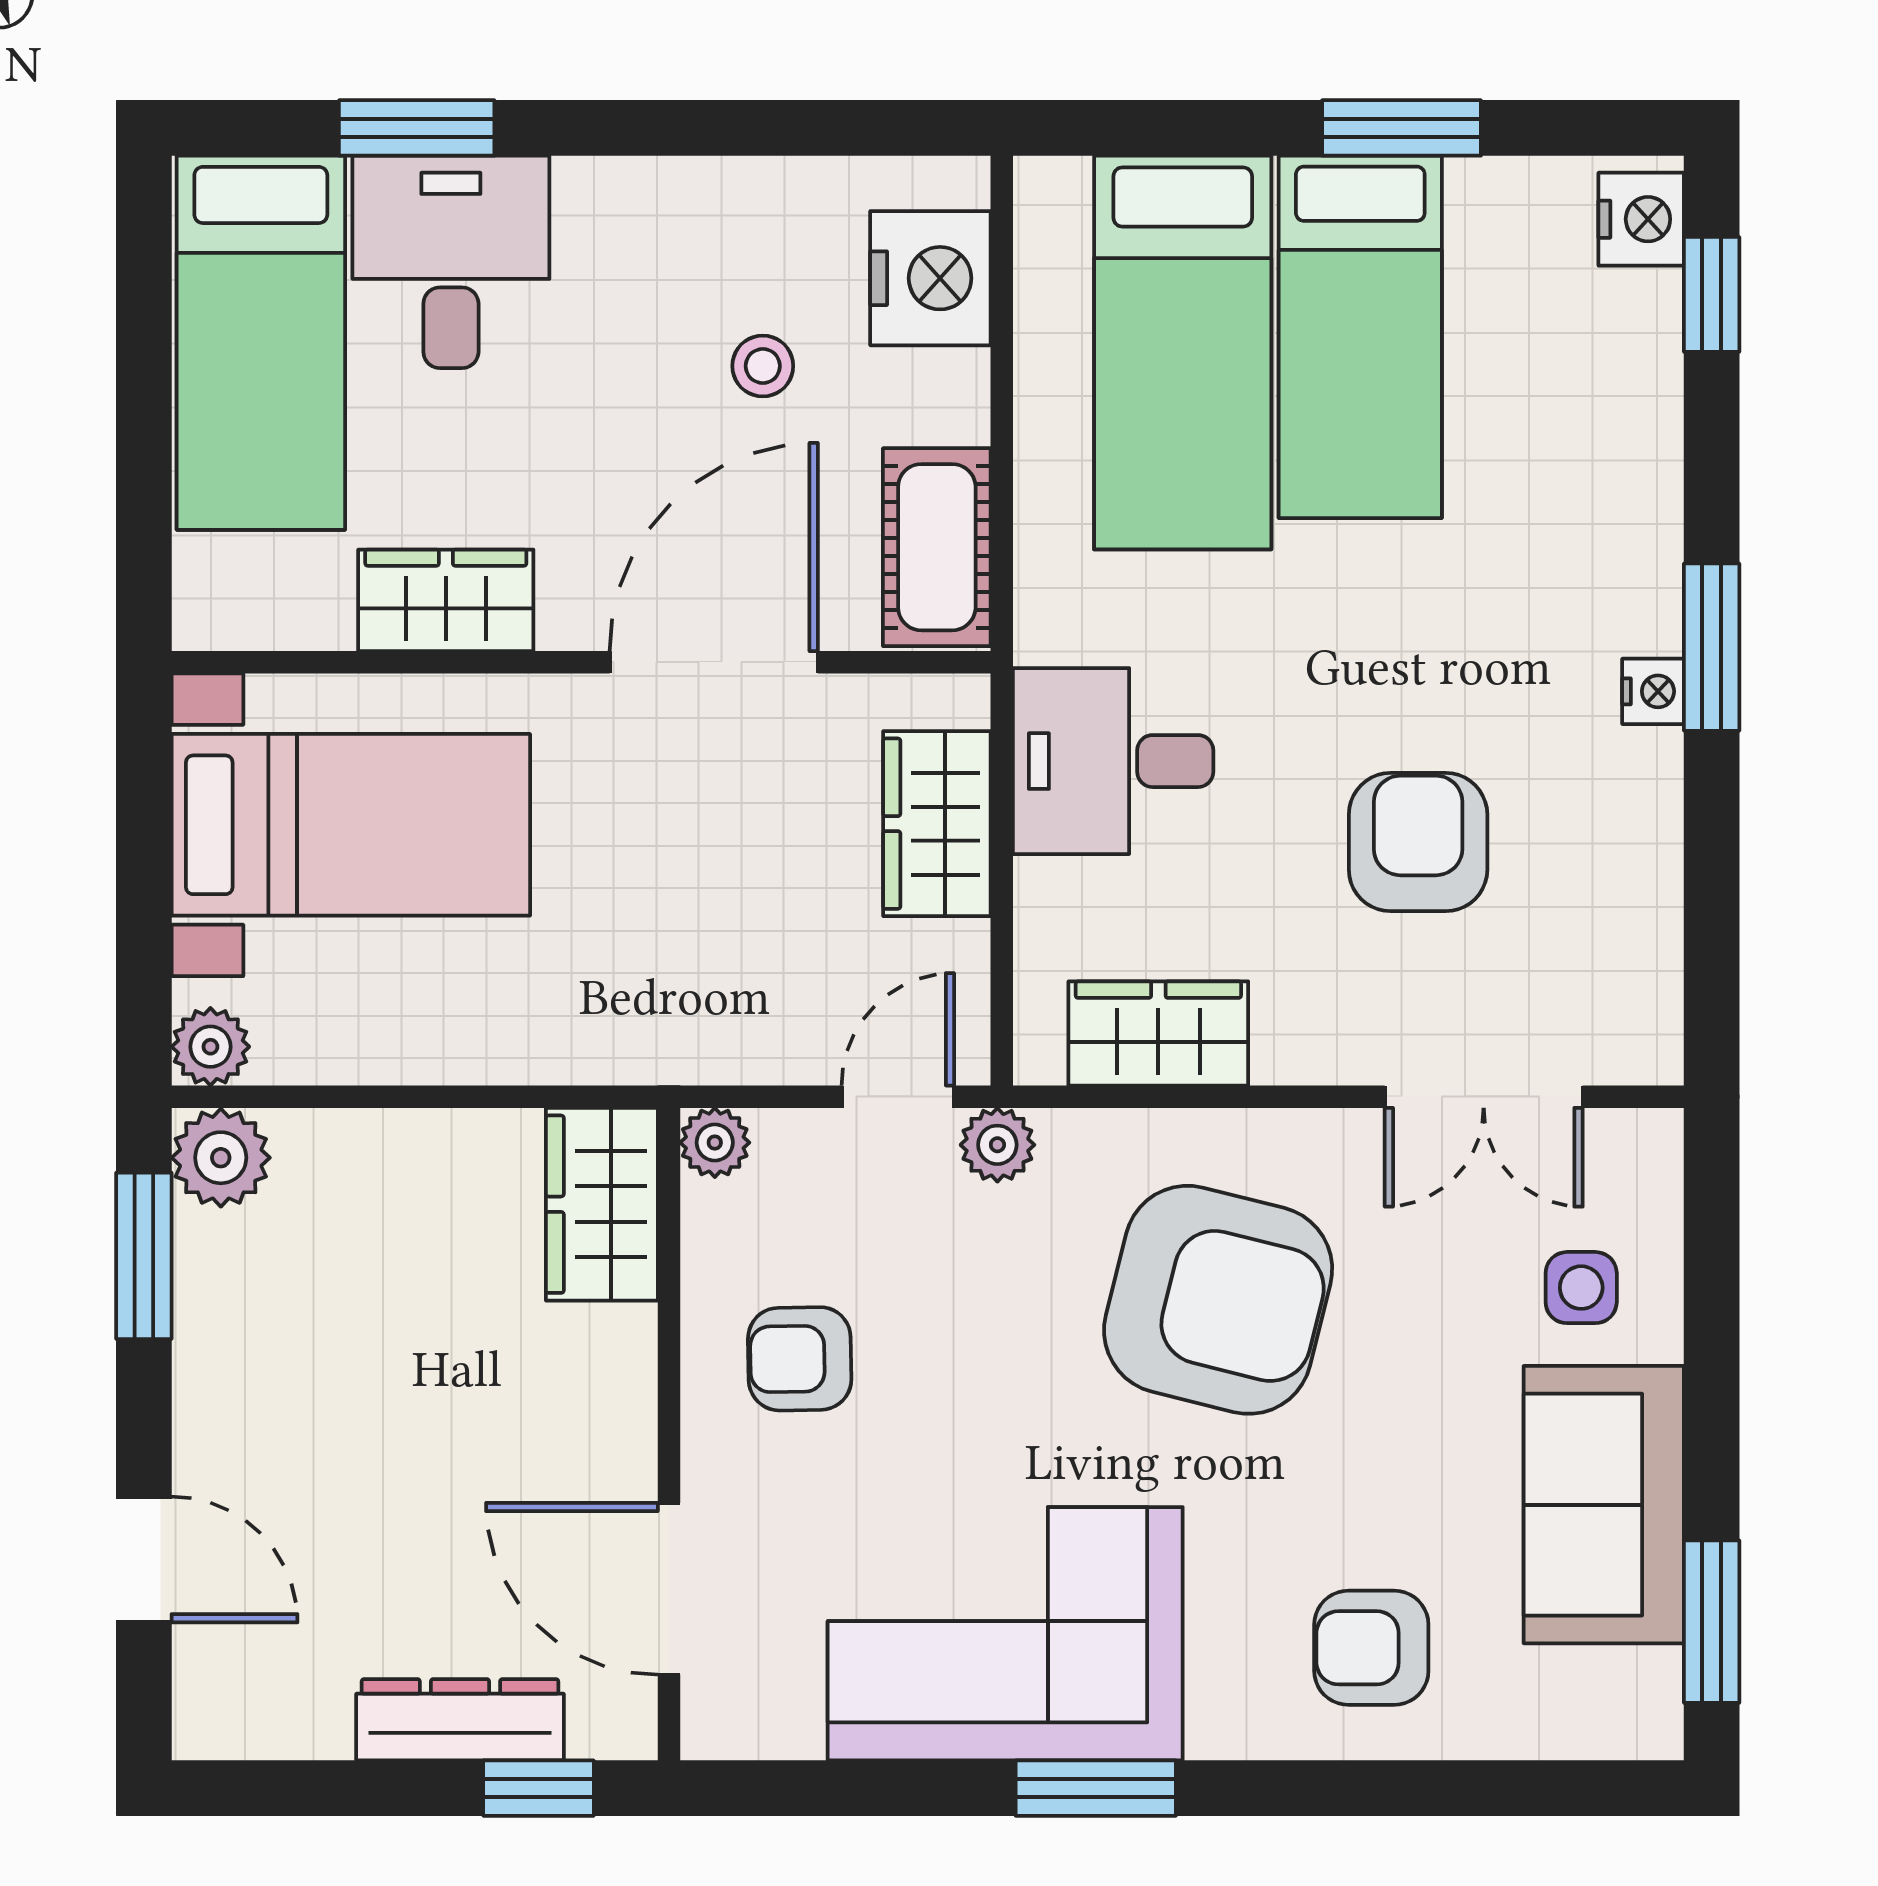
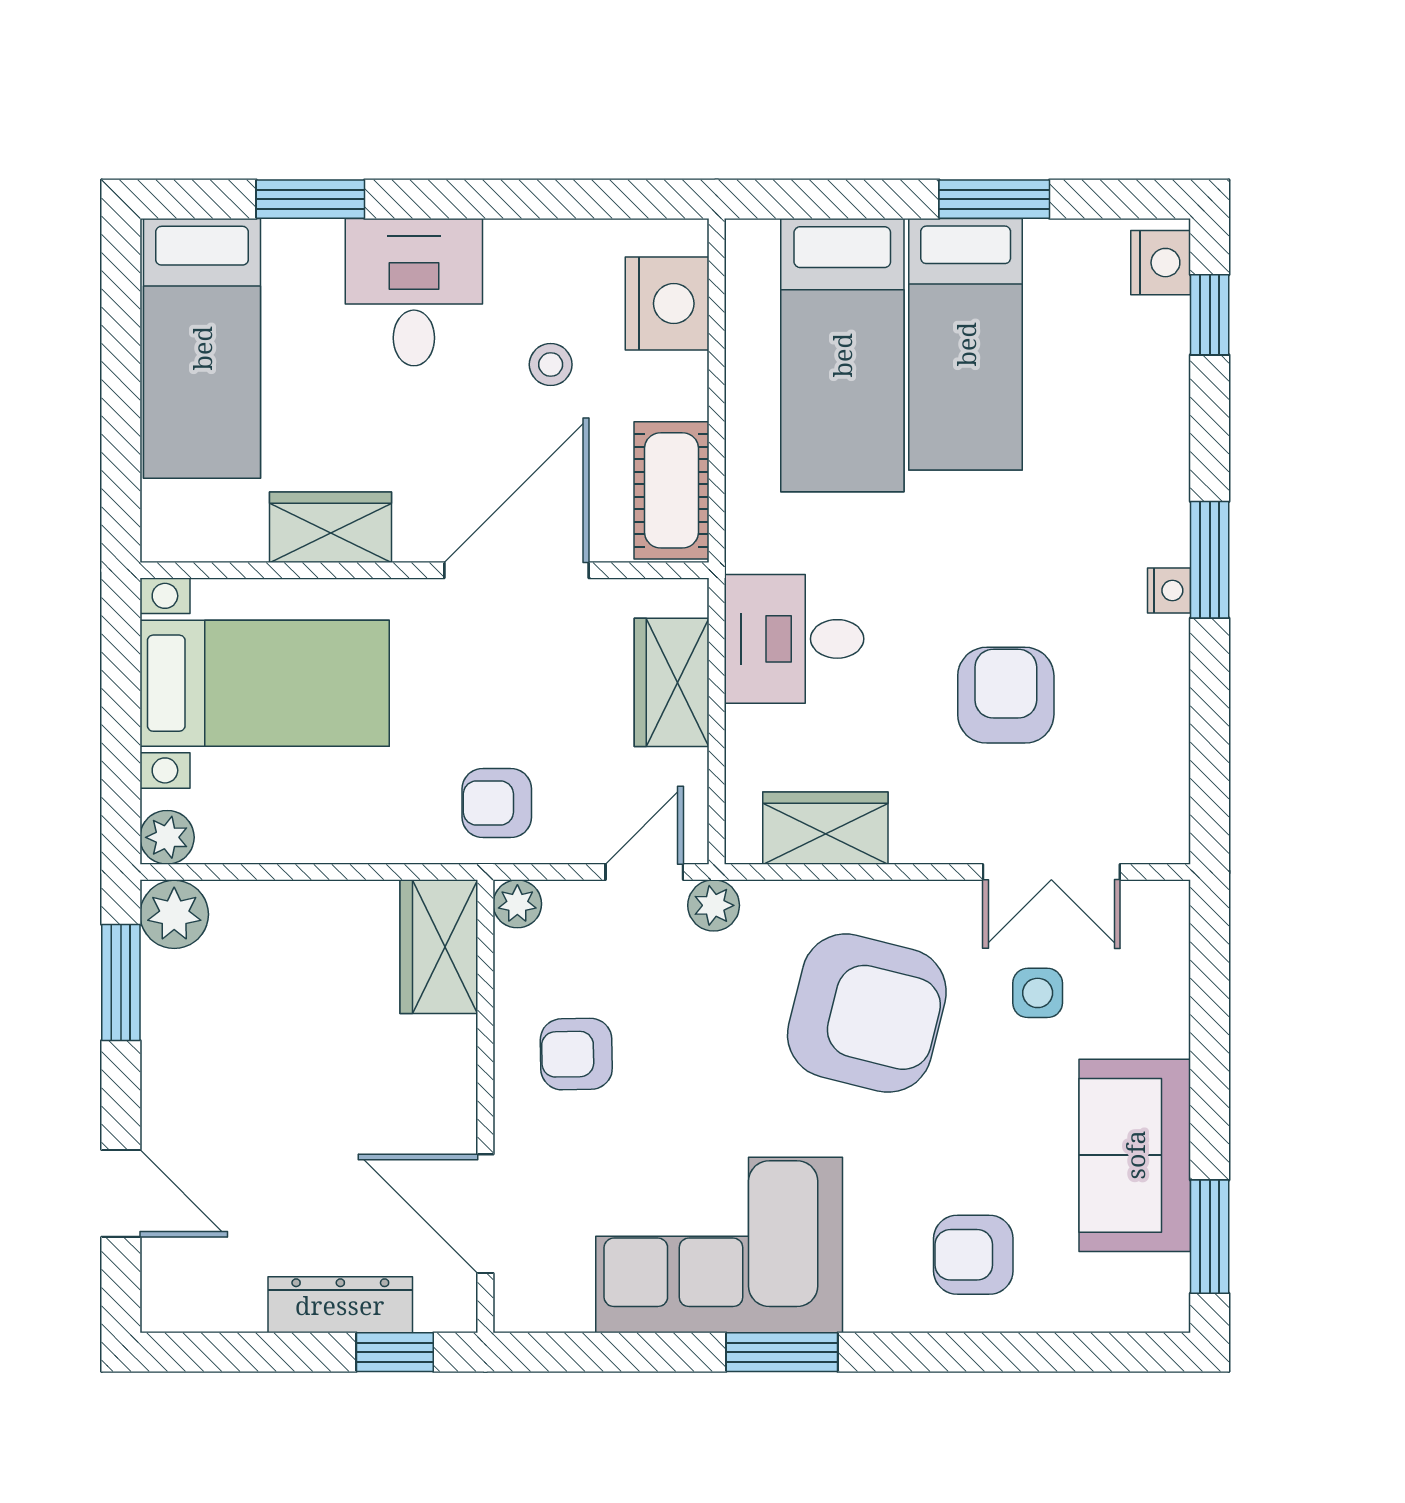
desk: (451, 262) -> (414, 292), moved
armchair: (685, 997) -> (497, 803), added
side table: (1581, 1288) -> (1038, 993), moved

